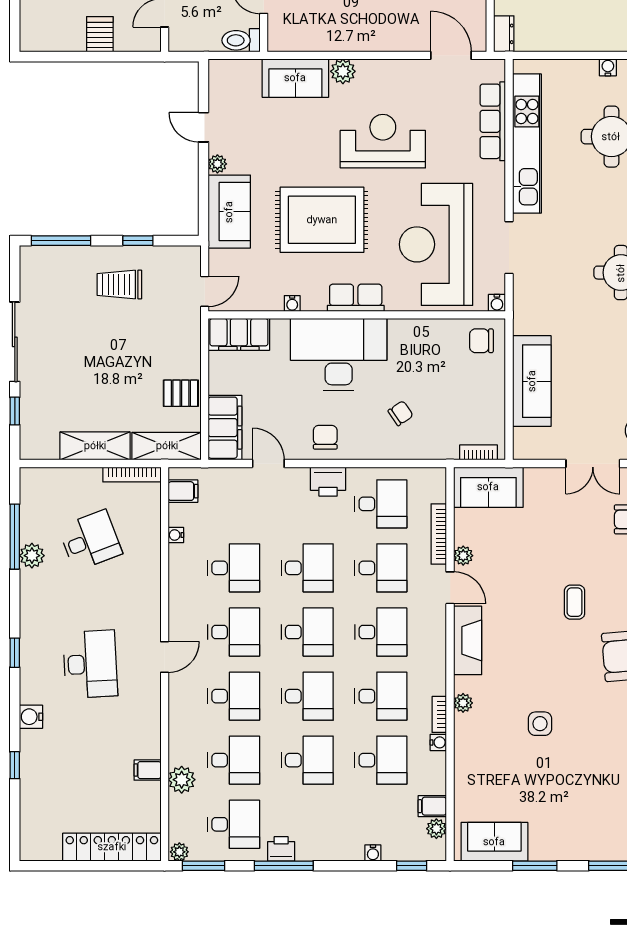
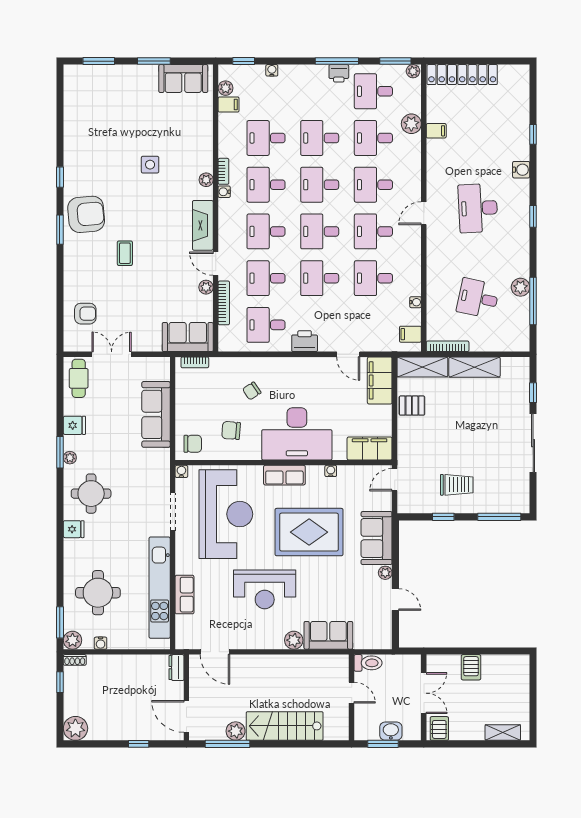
row of seats: (493, 121) -> (185, 595), width x0.68
chair: (325, 437) -> (231, 430), moved, turned 94
desk: (90, 540) -> (478, 298), turned 33
water cooler: (438, 742) -> (224, 192), moved

